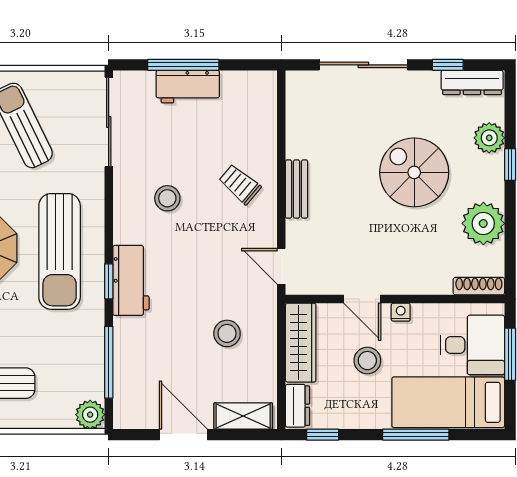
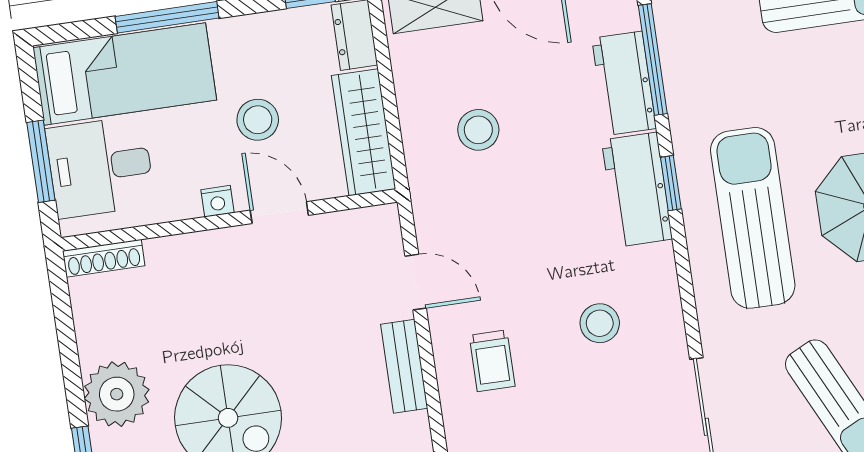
trolley: (240, 184) -> (492, 361), turned 50
plant: (483, 223) -> (117, 394), moved
door: (281, 266) -> (416, 282), moved
workbench: (129, 350) -> (624, 83), added

